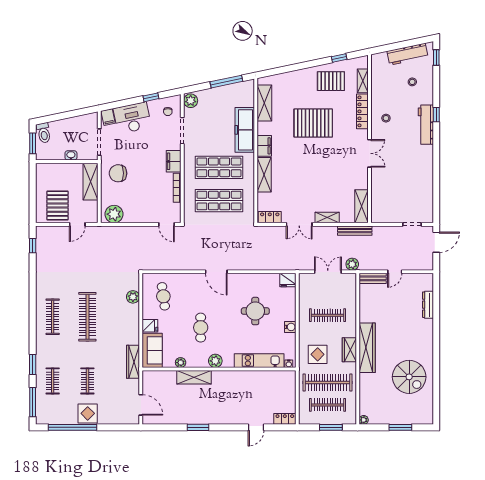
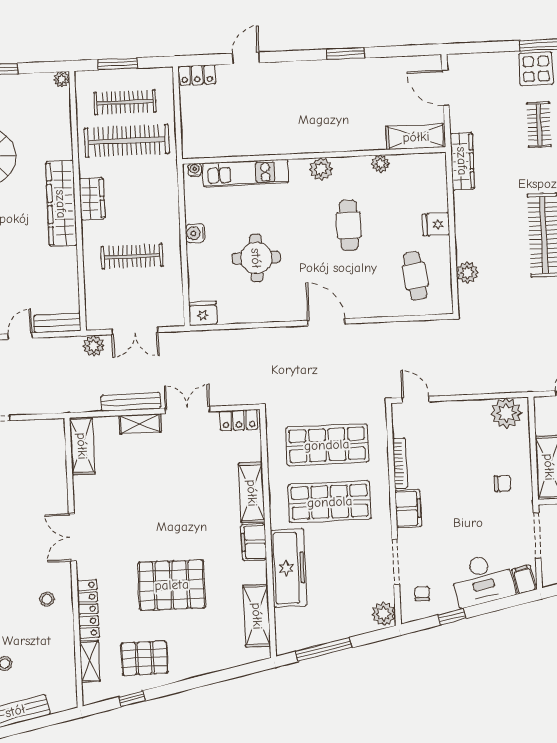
chair: (118, 173) -> (503, 484), width x0.54, depth x0.54
bench: (355, 231) -> (131, 402), moved
sofa: (152, 350) -> (430, 182), removed
display table: (318, 354) -> (146, 188), removed
shelving: (194, 377) -> (416, 137), moved

